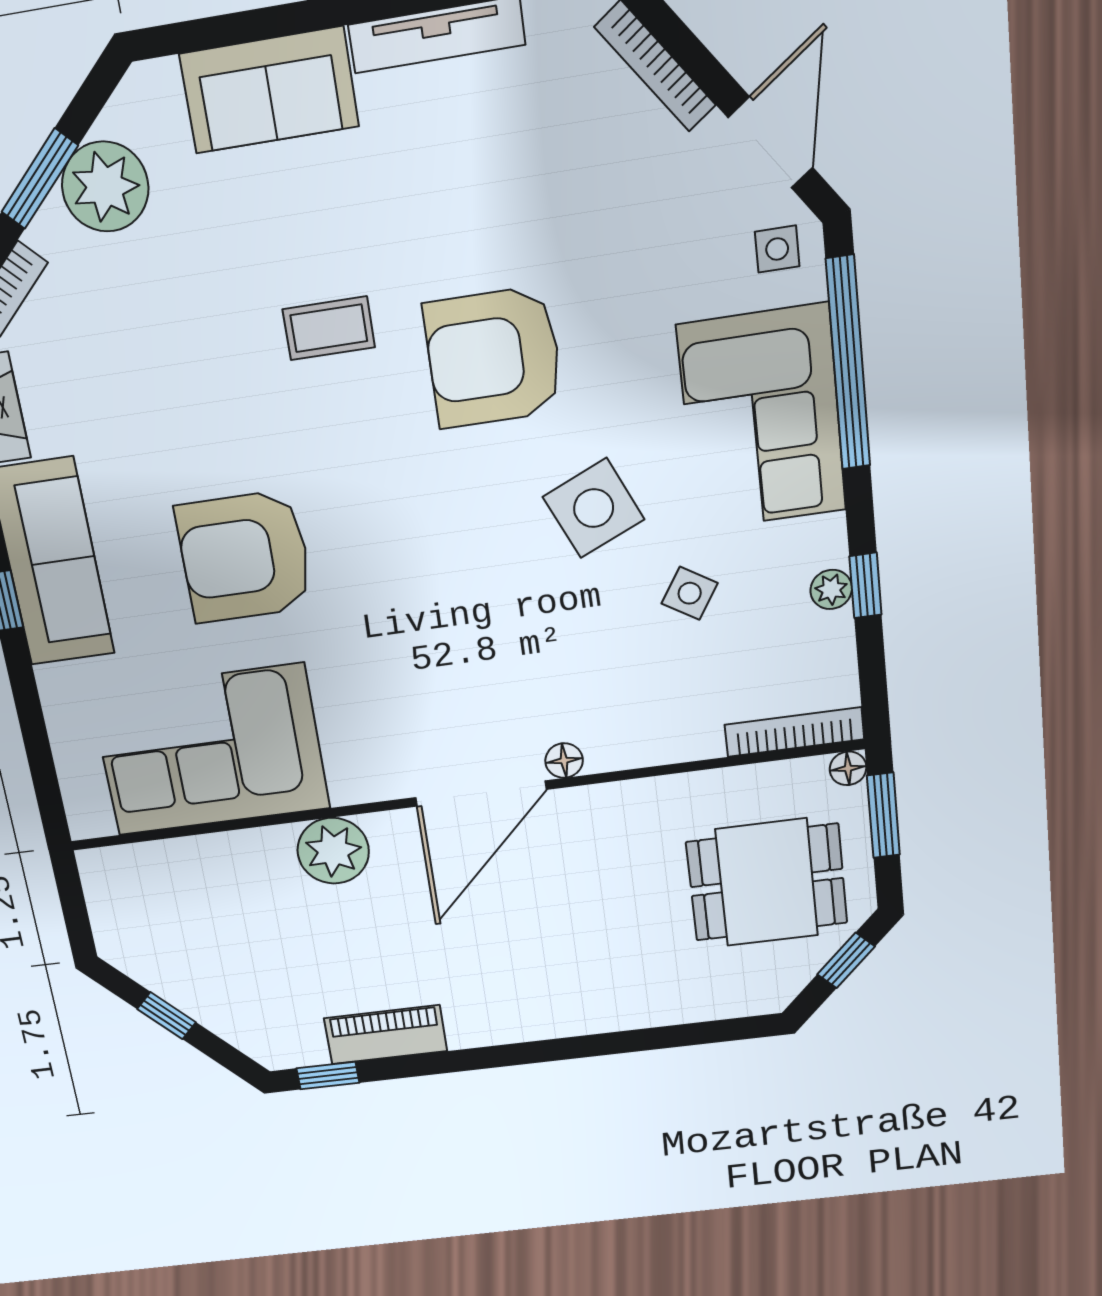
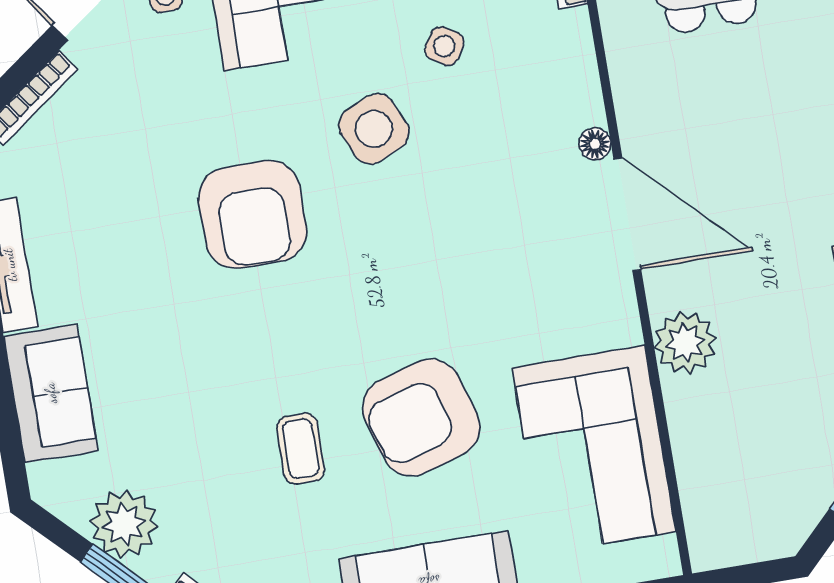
coffee table: (329, 328) -> (301, 449), moved
armchair: (245, 557) -> (421, 417), turned 73

